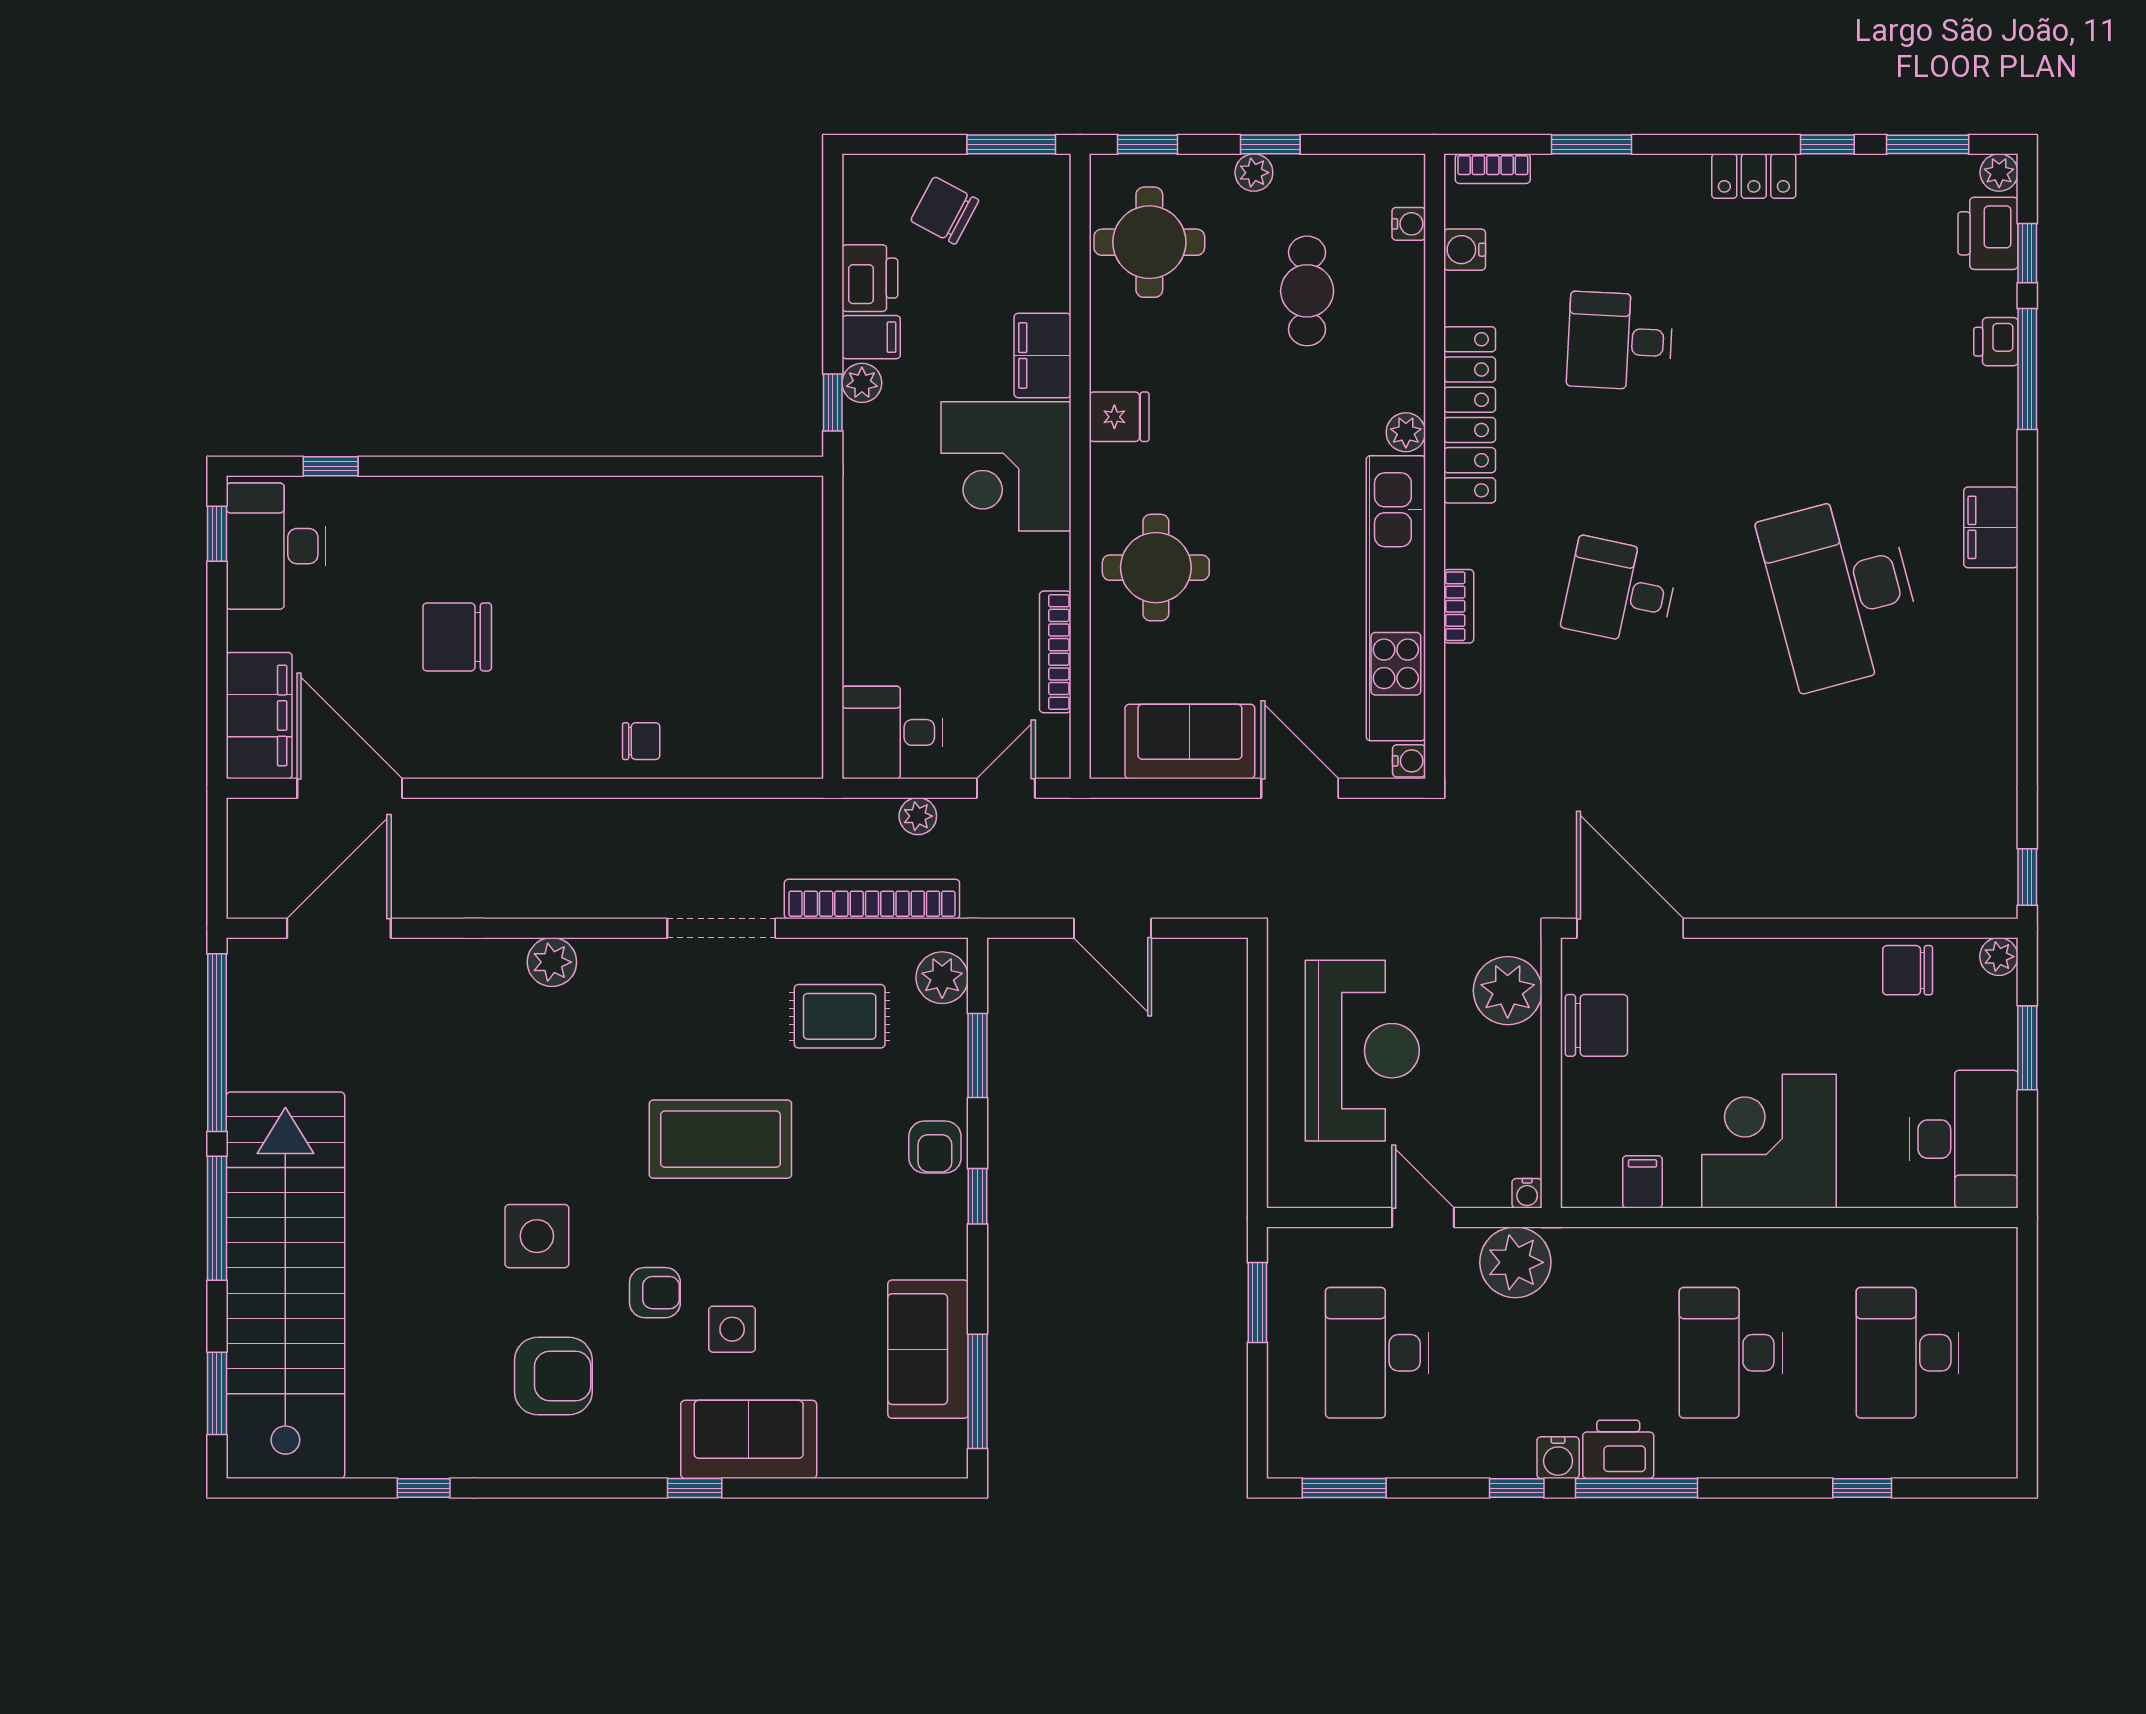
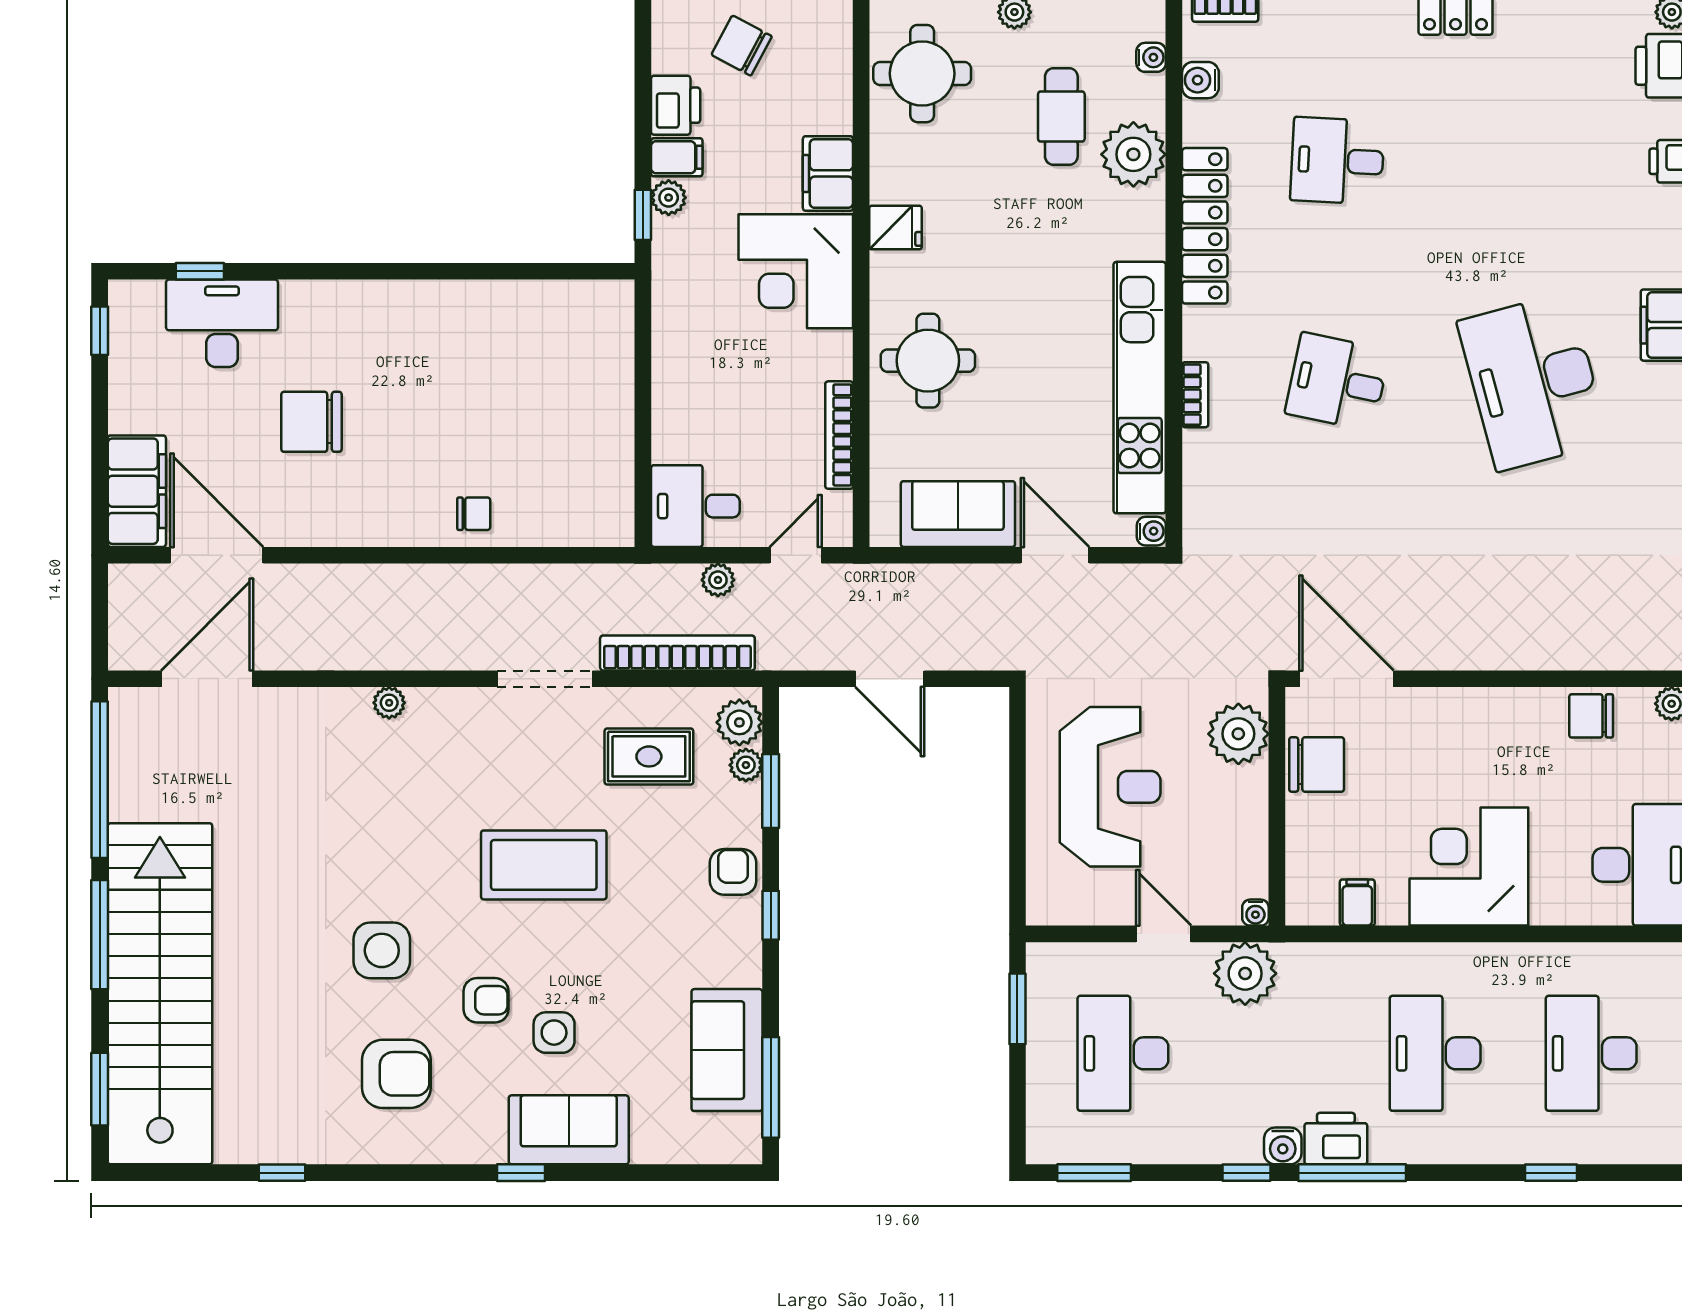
plant: (1406, 432) -> (1133, 154), moved, width x1.88, depth x1.88
desk: (276, 546) -> (222, 323), moved, turned 90
plant: (552, 962) -> (389, 703), width x0.73, depth x0.73
plant: (950, 1026) -> (746, 765), added
armchair: (935, 1147) -> (733, 872), turned 180

